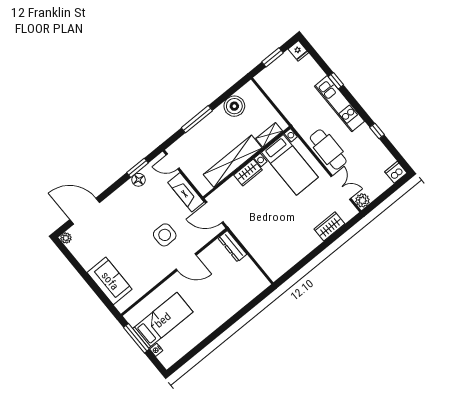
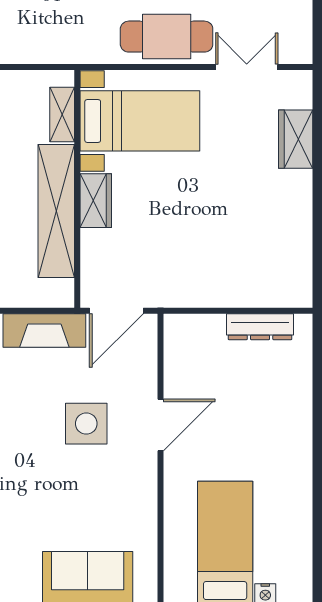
plant: (362, 200) -> (297, 49), removed
dresser: (232, 246) -> (260, 327), moved

